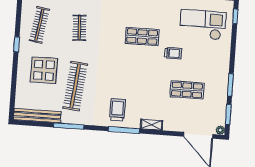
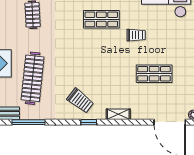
trolley: (118, 110) -> (80, 101), turned 128
window: (124, 130) -> (89, 122), width x0.46

